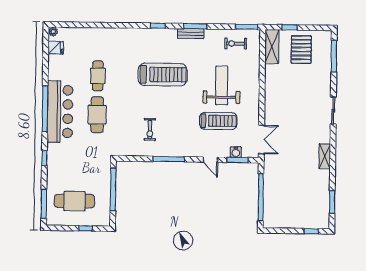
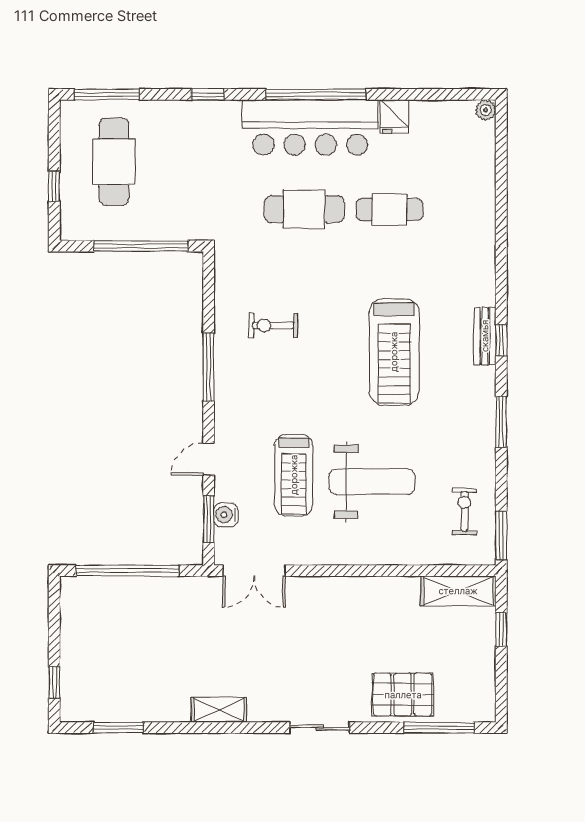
bench: (191, 34) -> (485, 336), moved
fridge: (56, 48) -> (394, 117), moved
pallet: (301, 50) -> (403, 695), moved

